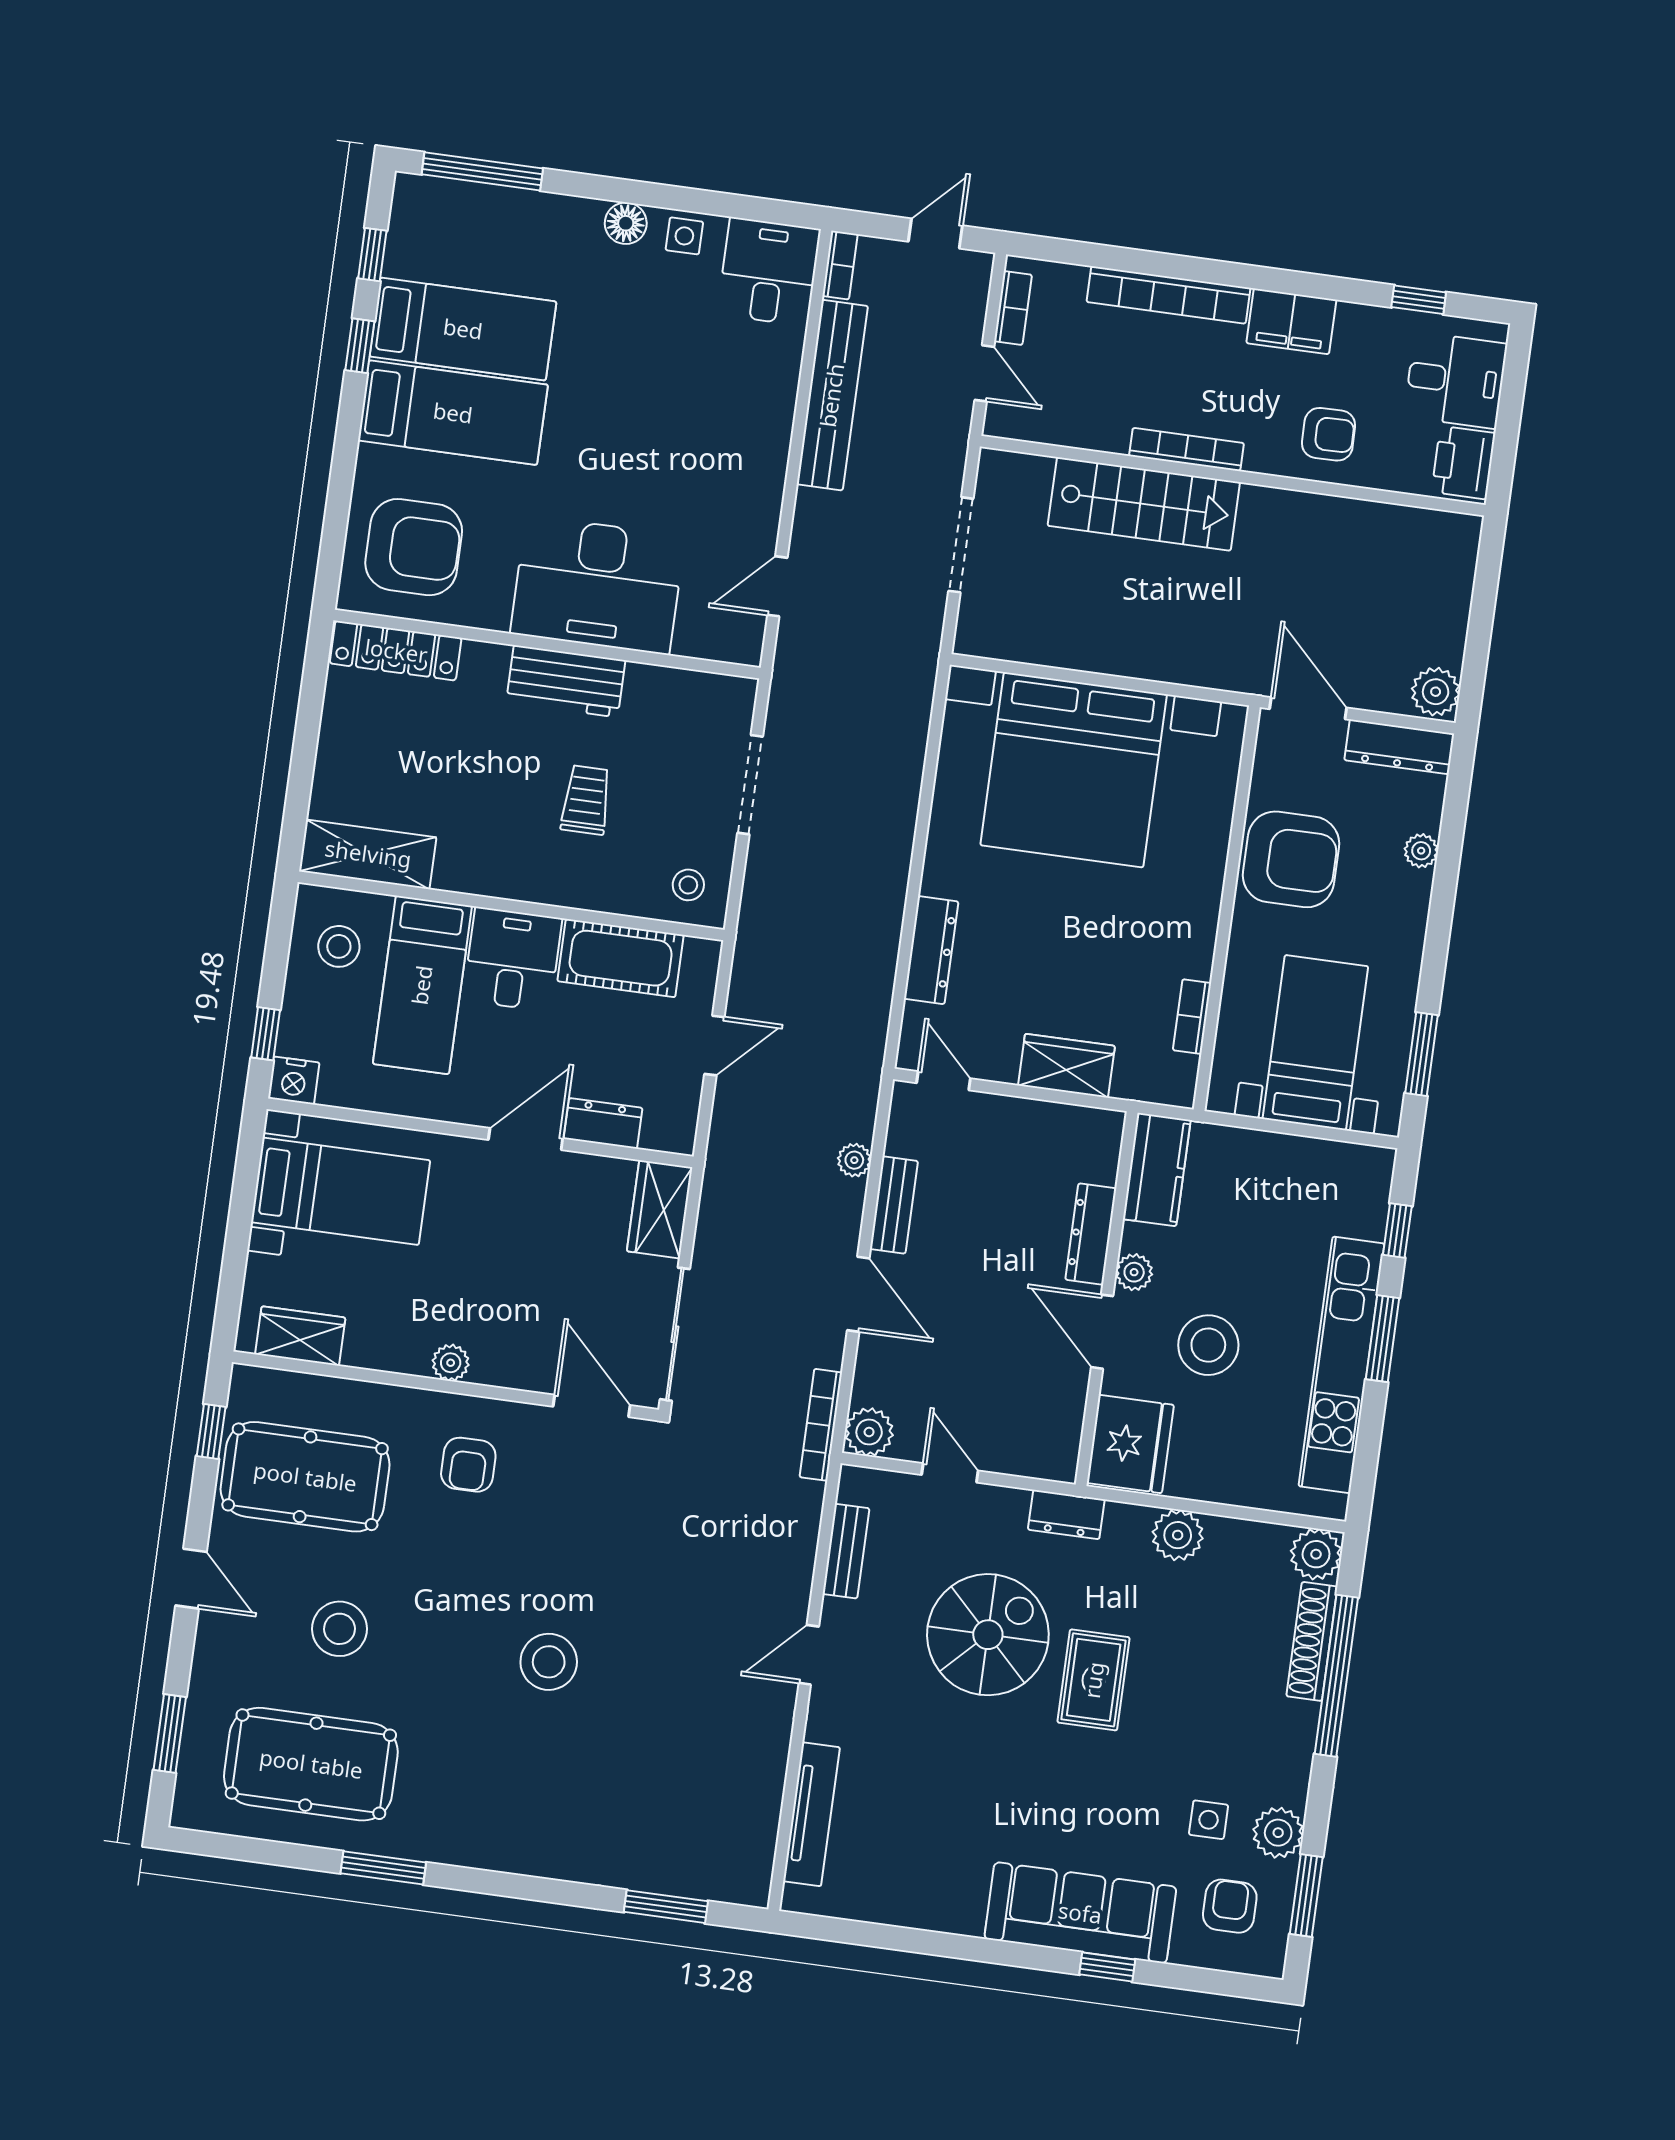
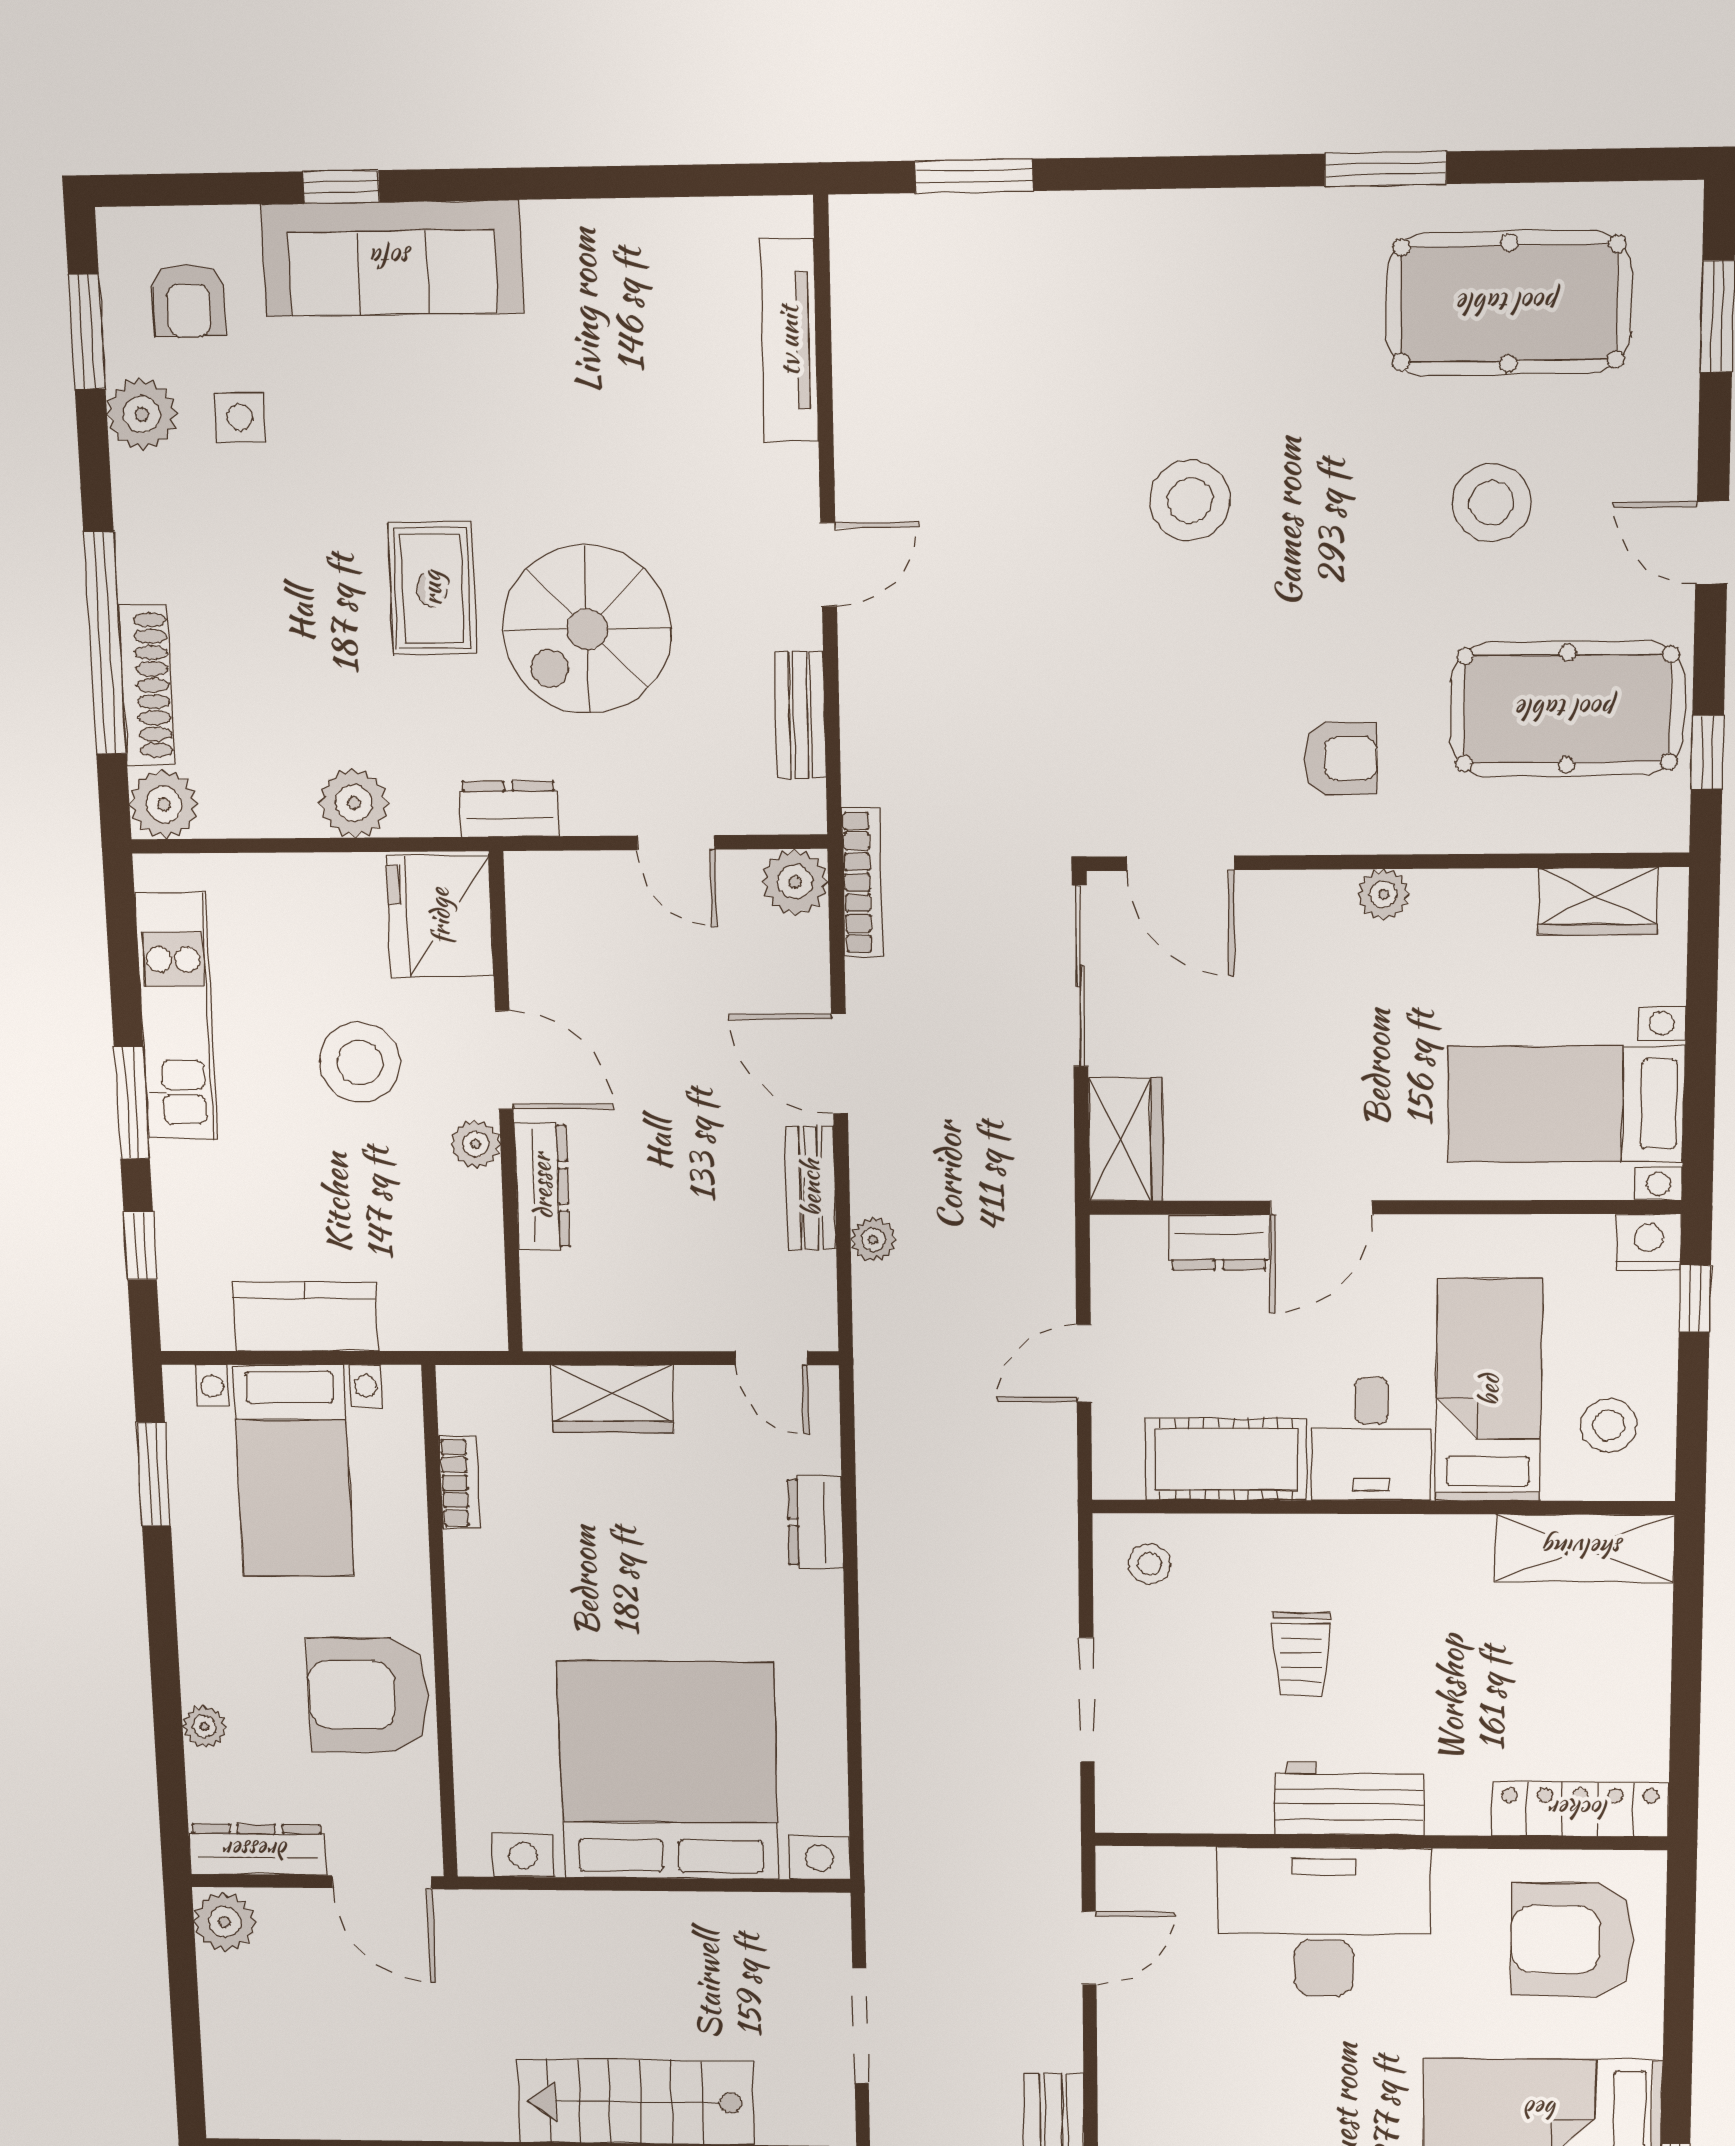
dresser: (931, 950) -> (815, 1522), width x0.70
kitchen counter: (1157, 1170) -> (305, 1316), moved, turned 90
kitchen unit: (1341, 1365) -> (176, 1016), width x0.73
armchair: (468, 1465) -> (1340, 758), turned 90

